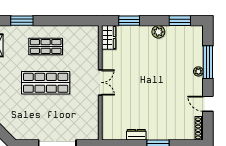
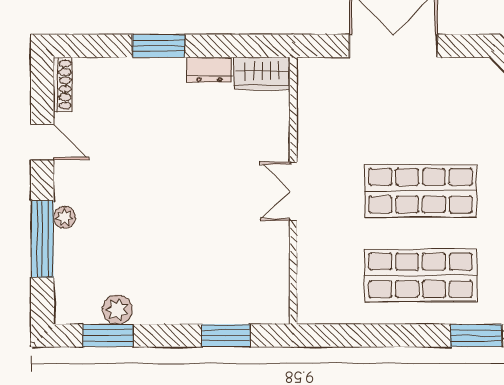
plant: (158, 32) -> (117, 310), moved
wardrobe: (109, 37) -> (262, 73), moved, turned -90
shop shelf: (46, 46) -> (421, 275), width x1.43, depth x1.36

